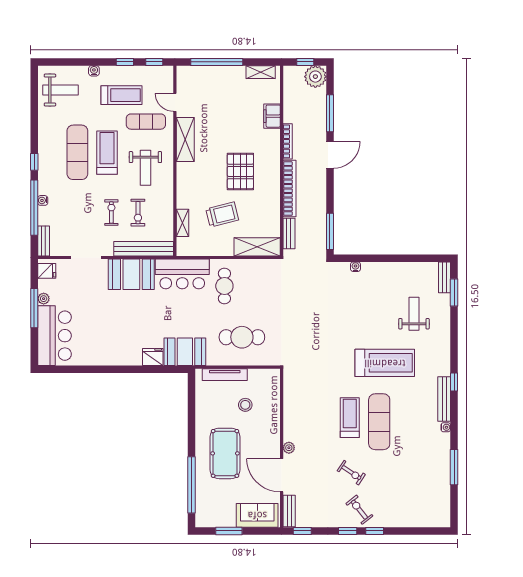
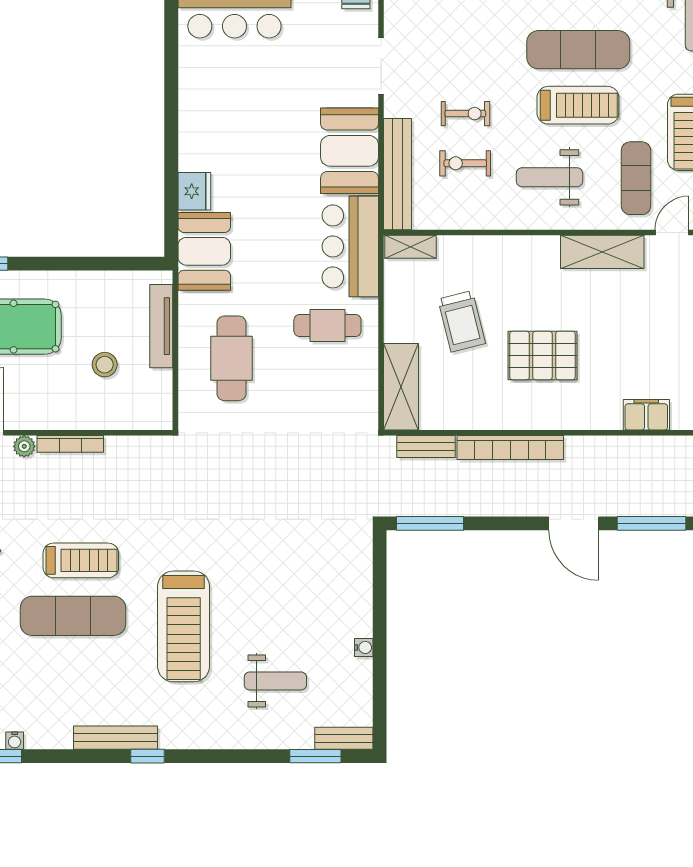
bookcase: (288, 141) -> (70, 444), moved
shelving: (182, 223) -> (410, 247), moved
water cooler: (355, 267) -> (364, 647), moved
water cooler: (446, 427) -> (15, 741), moved

